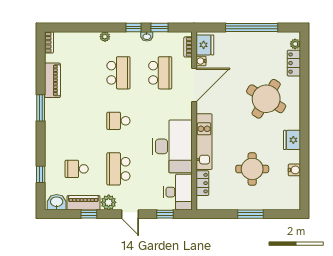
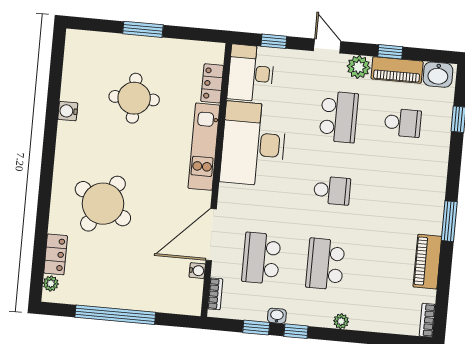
fridge: (205, 45) -> (189, 295), removed
fridge: (292, 140) -> (69, 137), removed
water cooler: (294, 170) -> (68, 111), moved

